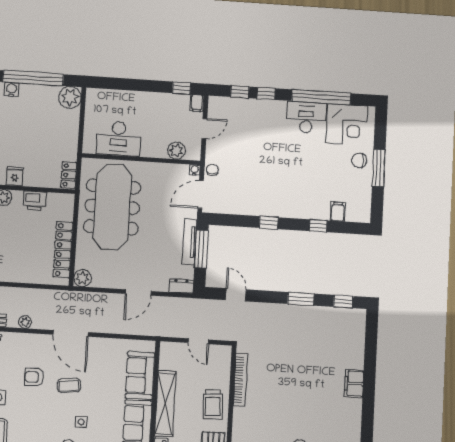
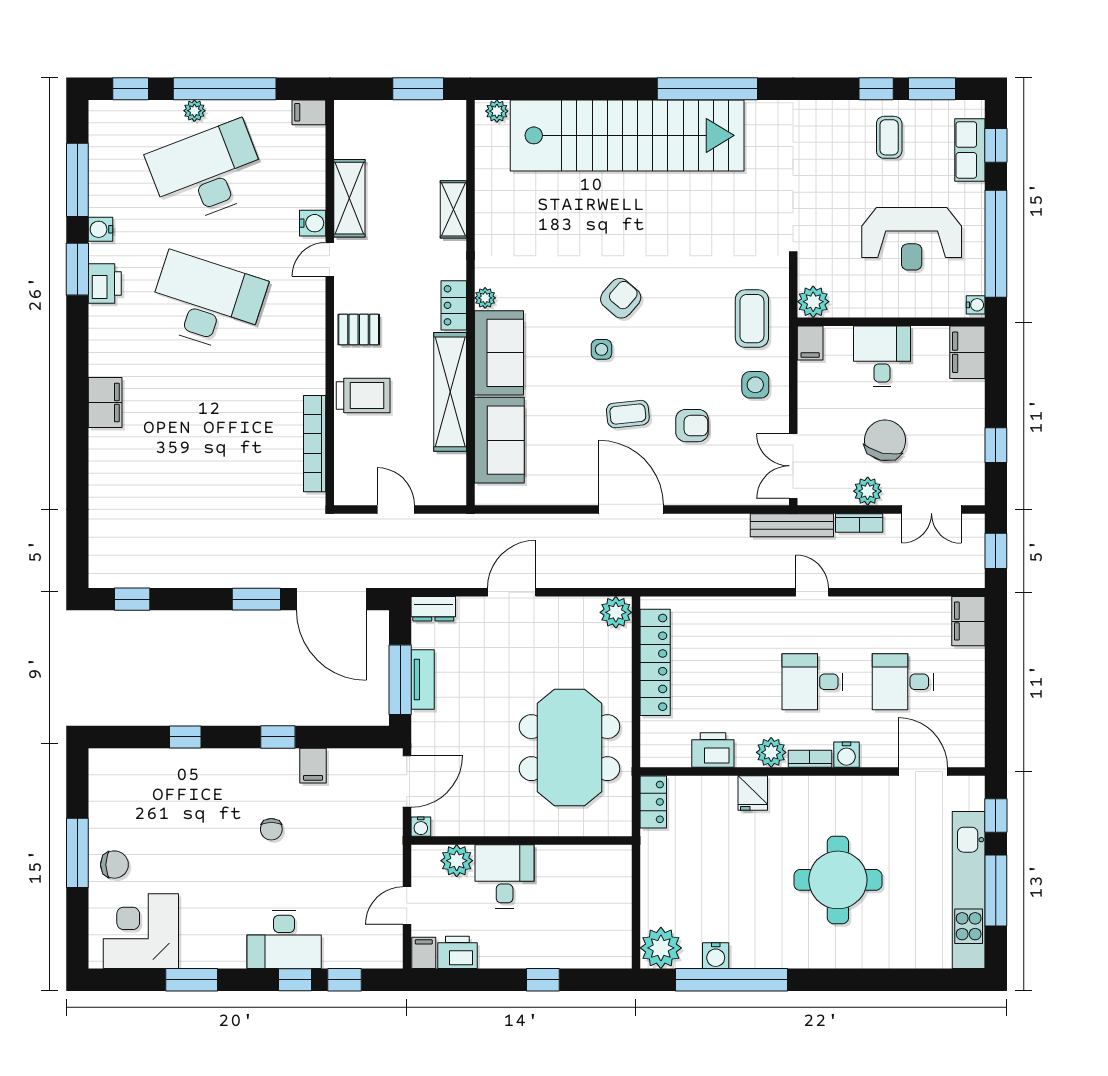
window: (181, 88) -> (543, 980), moved
water cooler: (12, 89) -> (716, 956), moved
window: (321, 97) -> (192, 980), width x0.47
printer: (179, 102) -> (457, 952), added
desk: (306, 117) -> (284, 940), moved
desk: (118, 139) -> (505, 876), moved, width x0.73
chair: (212, 170) -> (271, 829), moved
meeting table: (112, 207) -> (569, 748), width x0.73
filing cabinet: (338, 212) -> (313, 766), moved
tv unit: (190, 242) -> (423, 680), width x0.71
door: (236, 295) -> (331, 599), width x1.88
window: (301, 299) -> (256, 599), moved
plant: (25, 322) -> (716, 525), removed
filing cabinet: (354, 384) -> (105, 403), moved
trolley: (213, 404) -> (363, 396), turned 93

